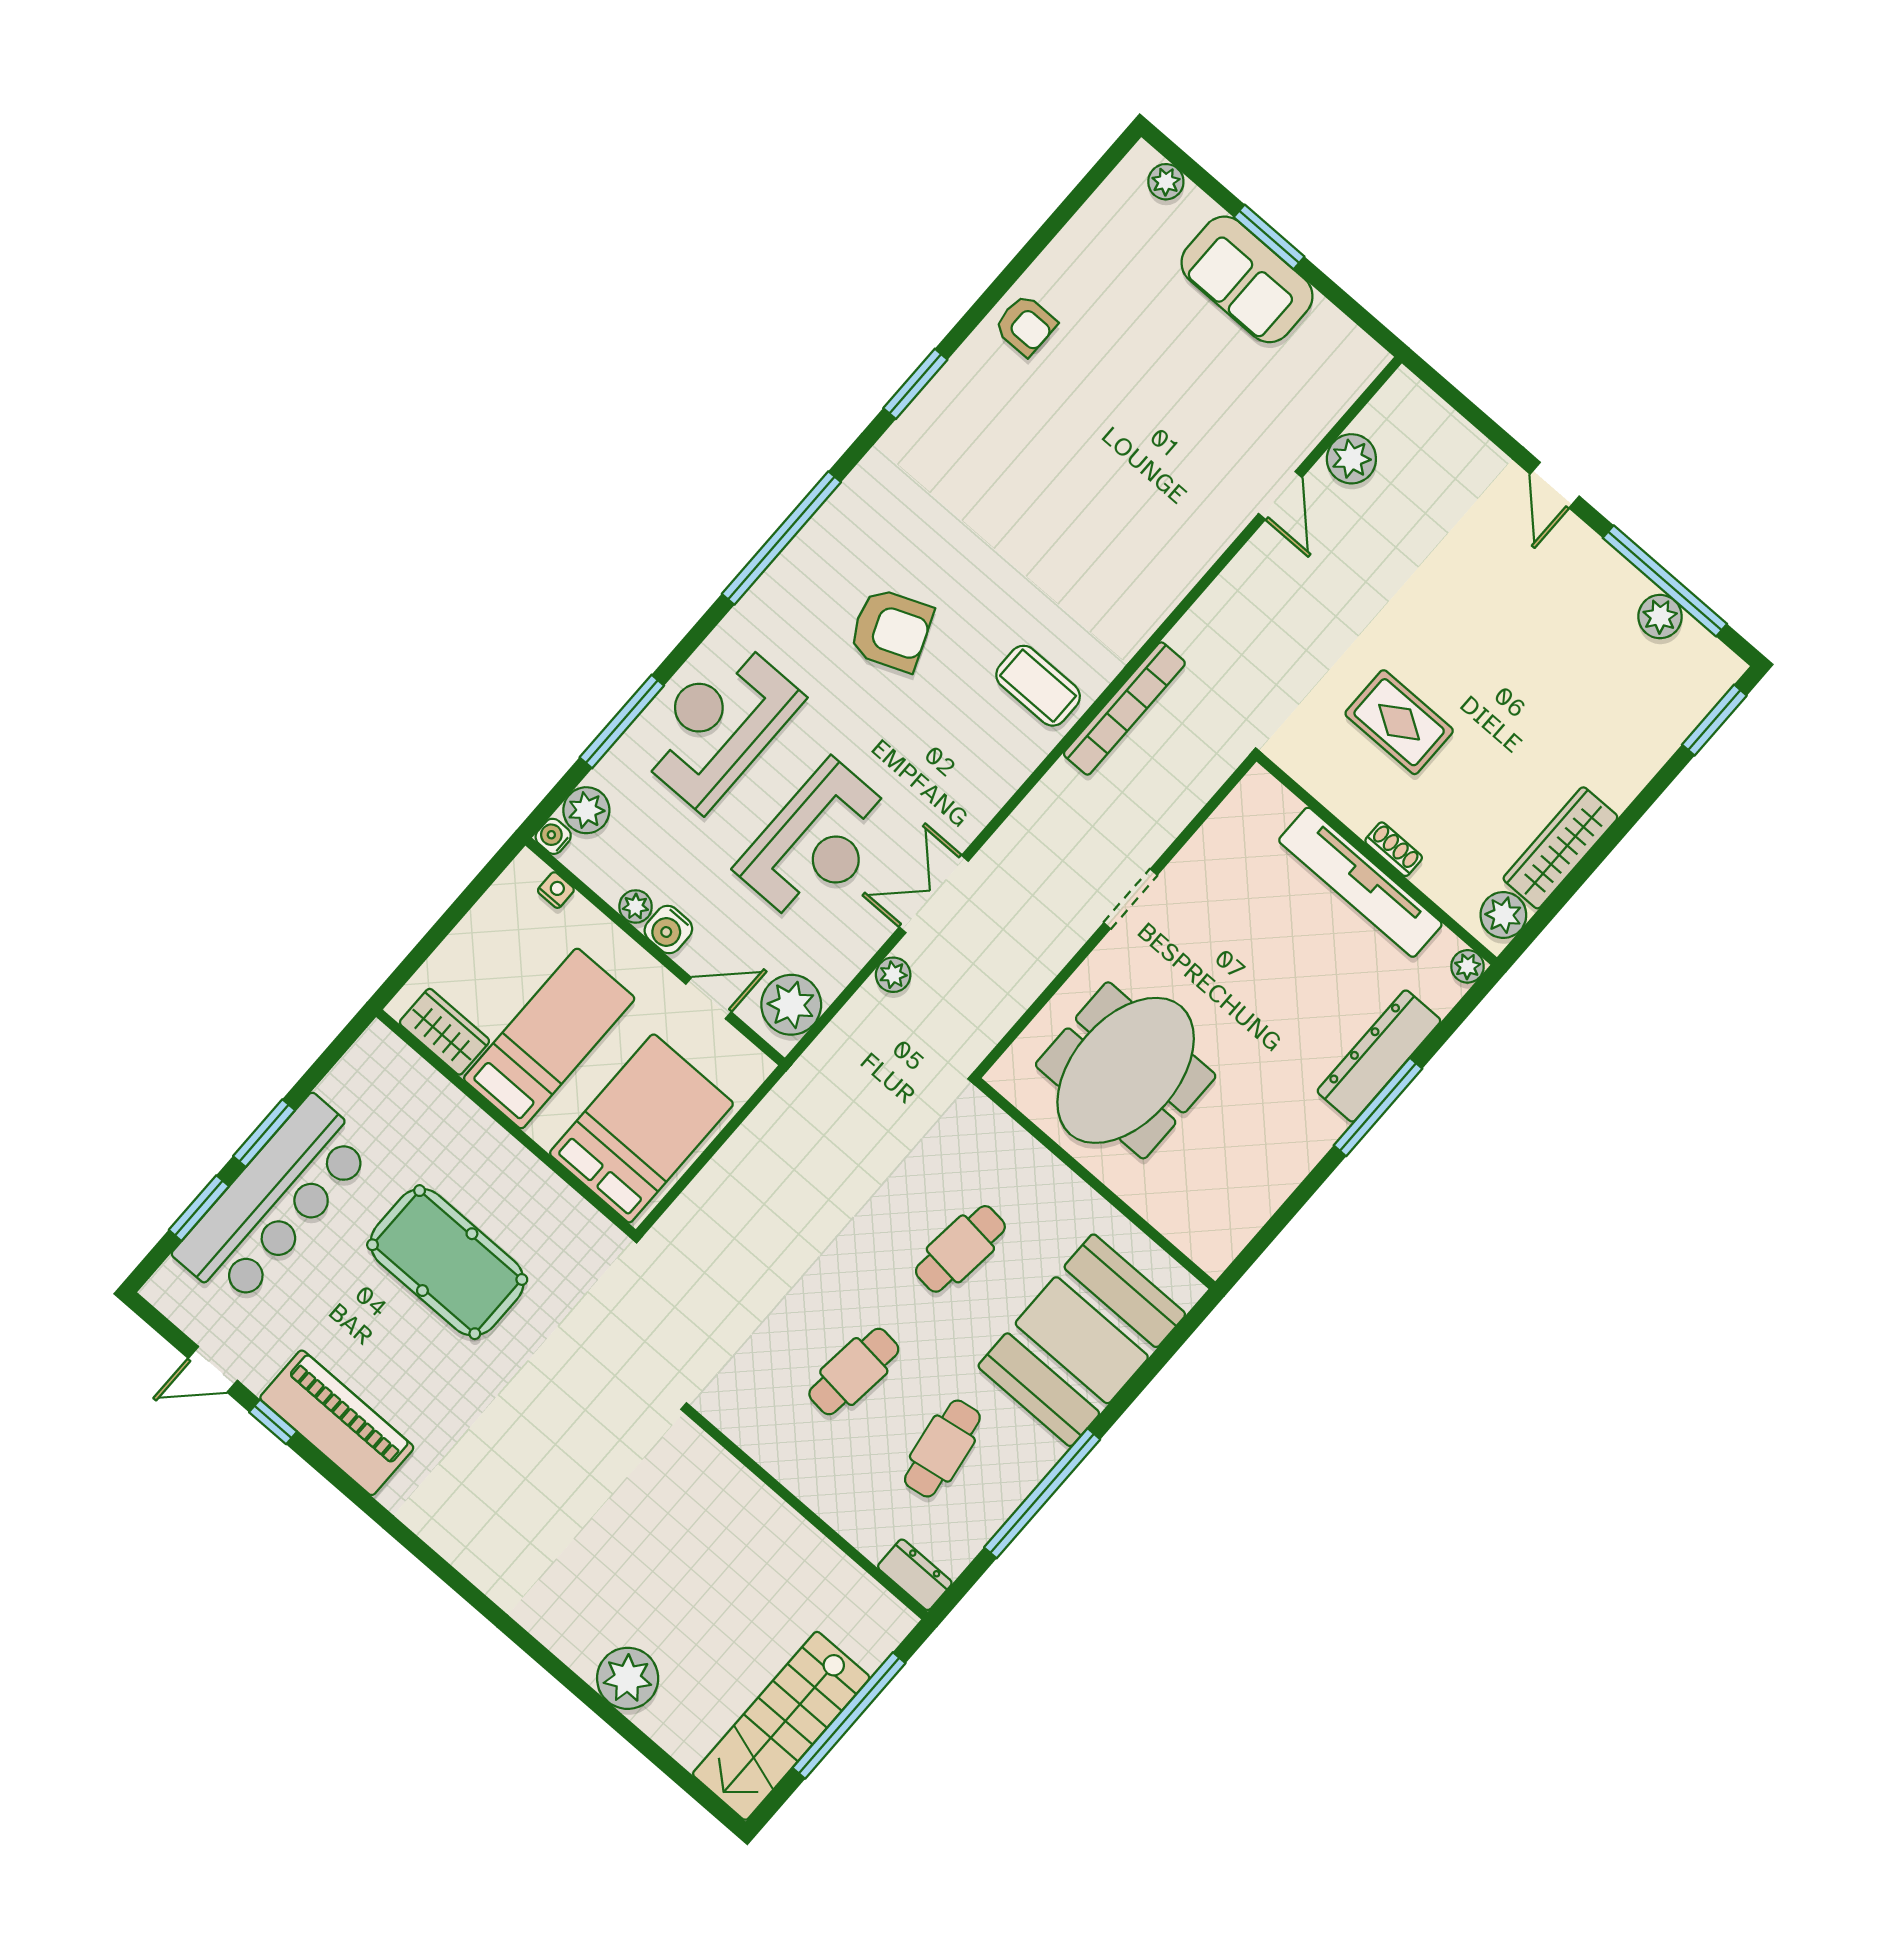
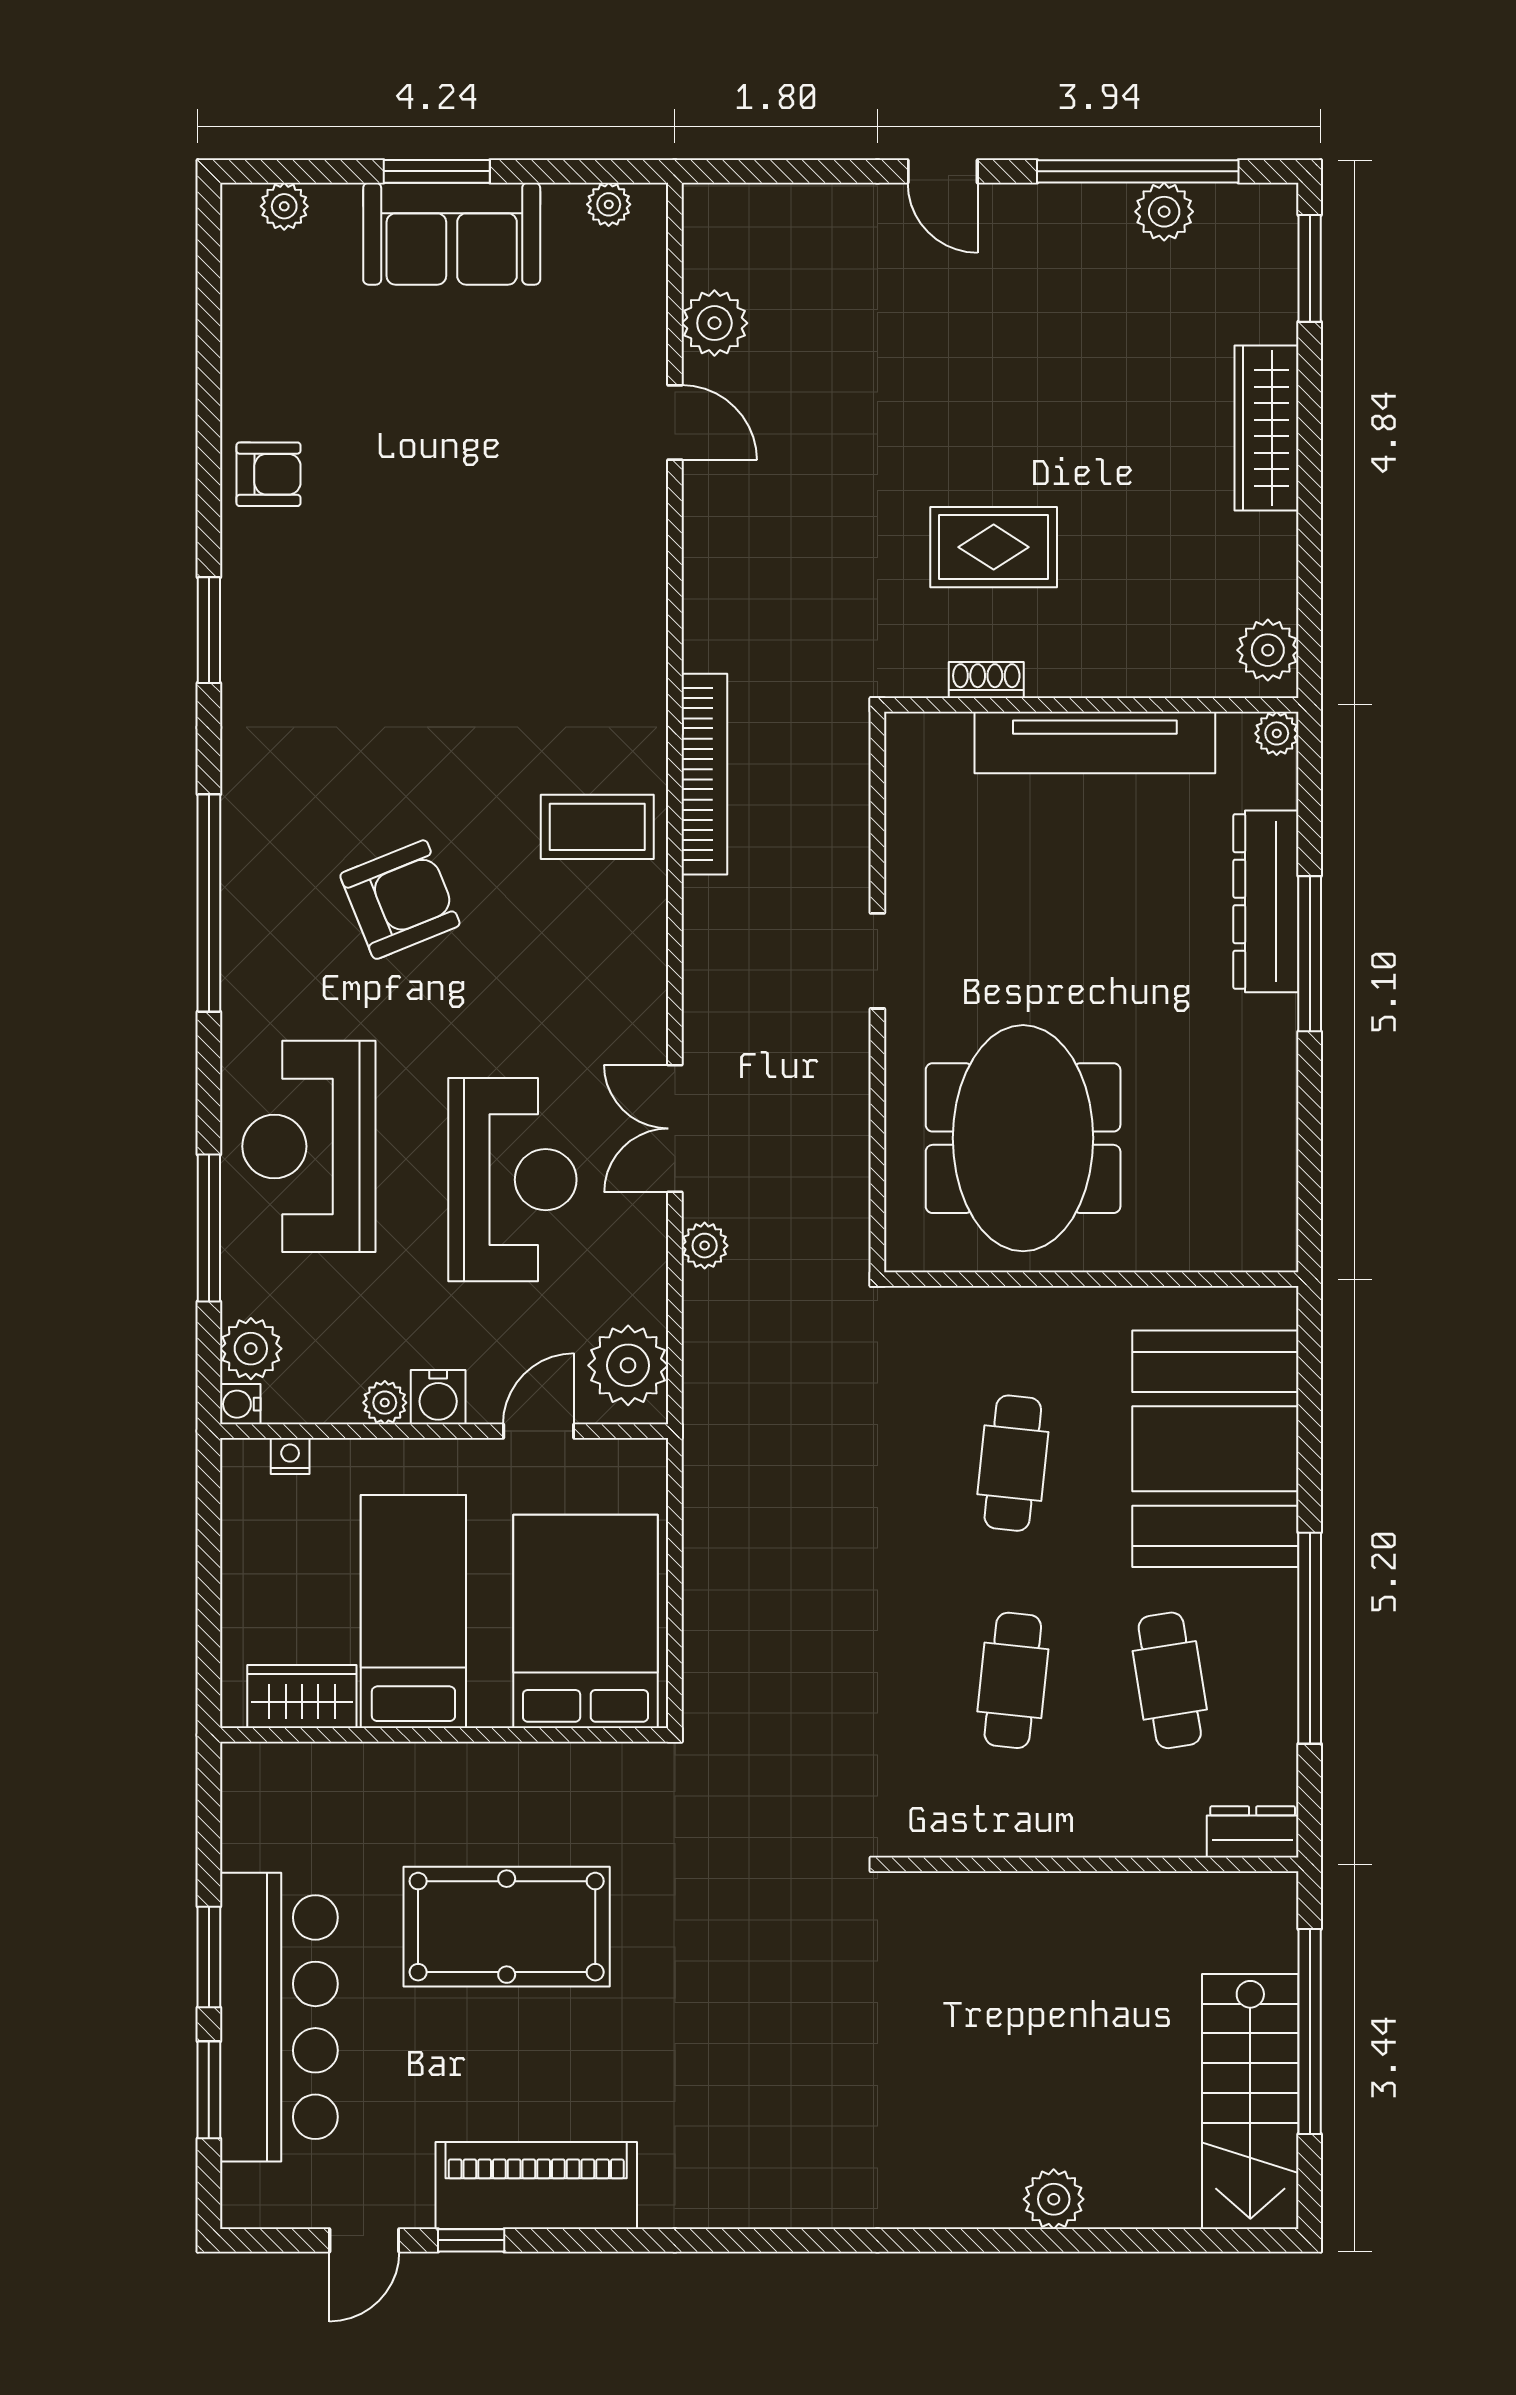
plant: (1350, 340) -> (609, 204), added
wardrobe: (1560, 848) -> (1266, 428), moved
shoe rack: (1394, 849) -> (986, 680), moved
plant: (628, 1678) -> (1054, 2199), width x0.73, depth x0.73

